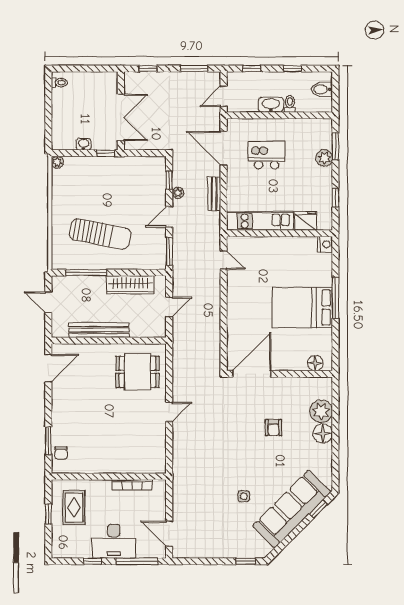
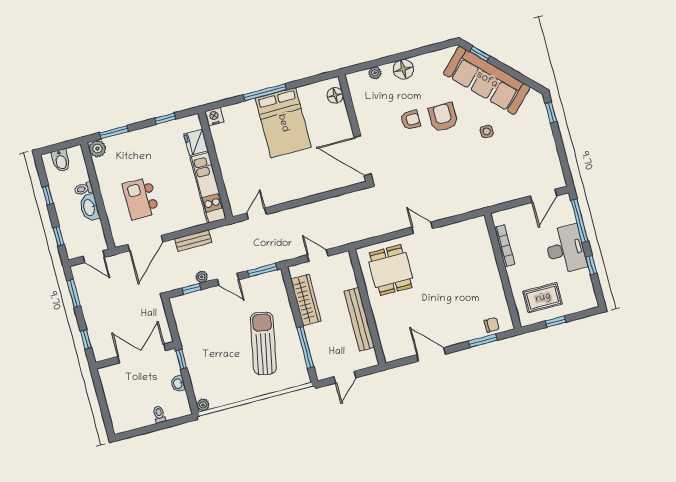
toilet: (59, 83) -> (159, 414), moved
plant: (324, 158) -> (97, 149), moved
door: (48, 368) -> (431, 354), moved
plant: (321, 411) -> (375, 73), width x0.53, depth x0.53
armchair: (268, 459) -> (443, 117), added

